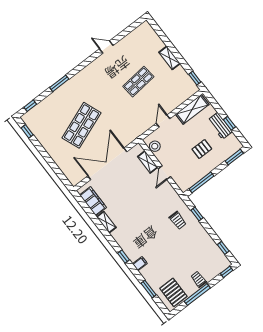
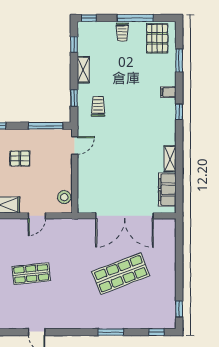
shelving: (148, 162) -> (83, 70), moved
door: (165, 173) -> (75, 145), moved

